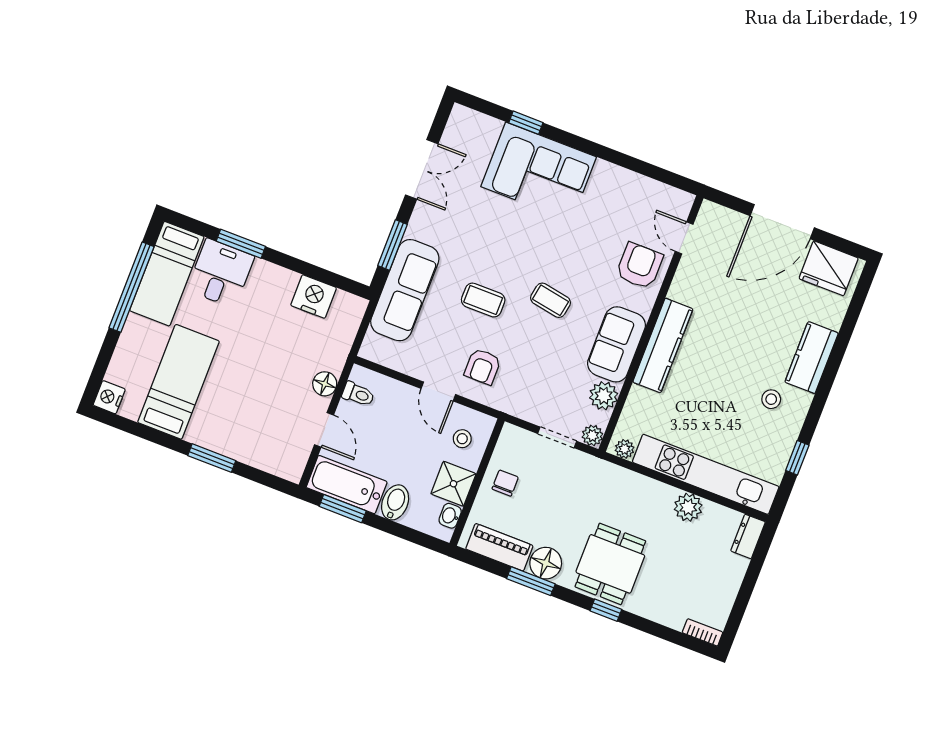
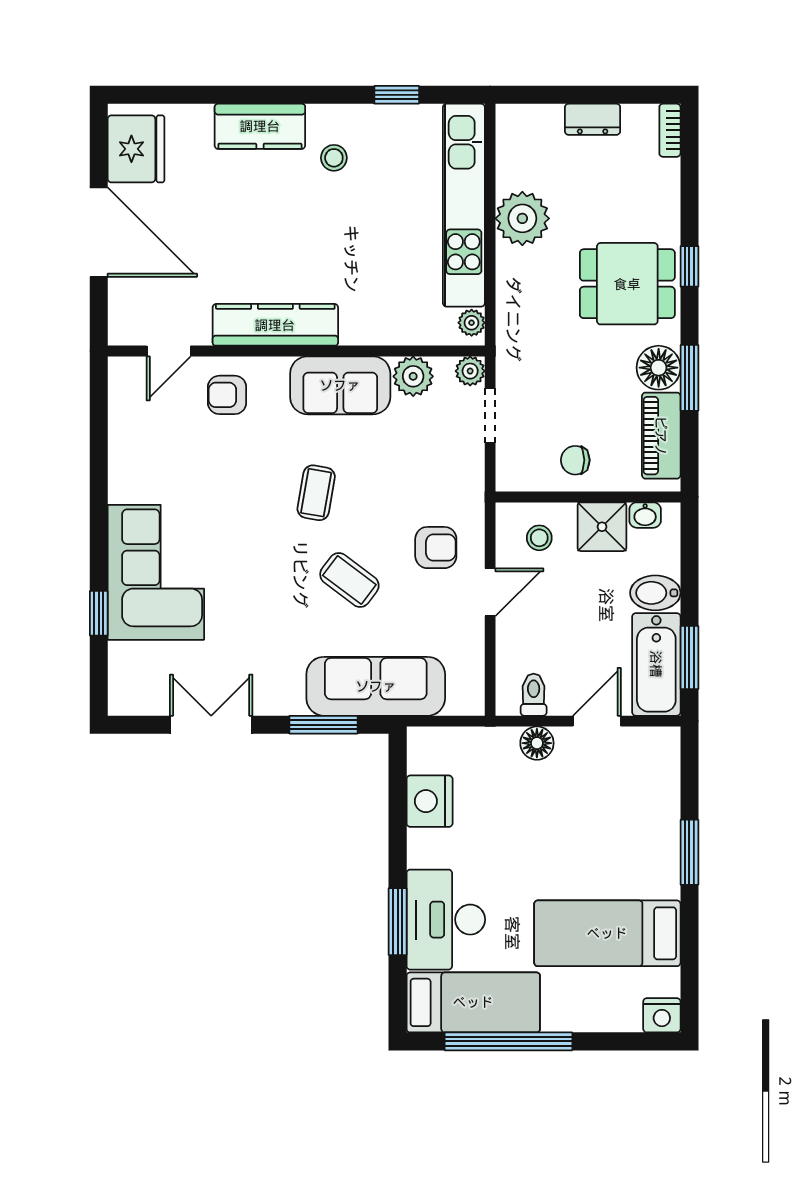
armchair: (639, 266) -> (227, 395), width x0.72, depth x0.72
desk: (221, 273) -> (446, 920), width x1.37
coffee table: (483, 300) -> (349, 580), turned -53
kitchen counter: (663, 345) -> (275, 325), moved
plant: (688, 507) -> (522, 218), width x1.36, depth x1.36
dresser: (748, 536) -> (593, 119), moved

